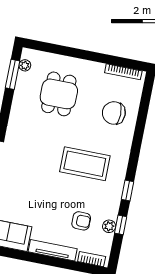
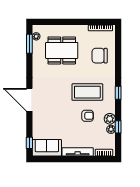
dining table: (59, 94) -> (62, 50), width x1.38
window: (127, 190) -> (118, 93), moved
plant: (110, 210) -> (110, 119), added
armchair: (81, 221) -> (88, 116), moved

